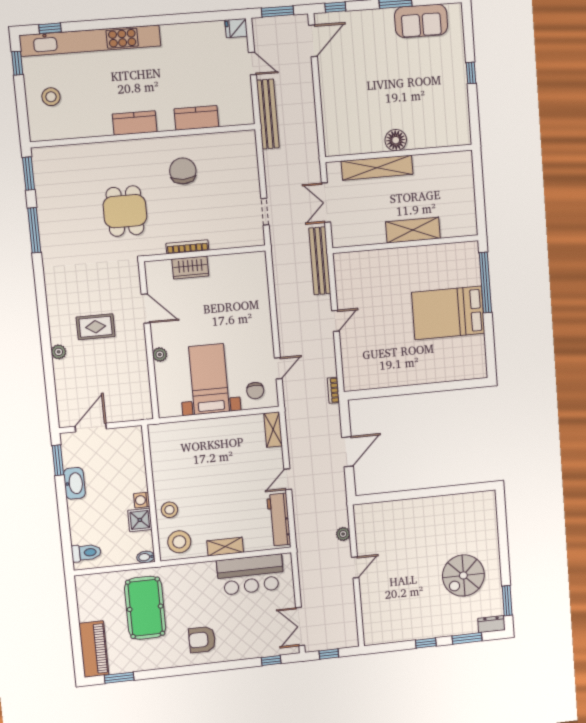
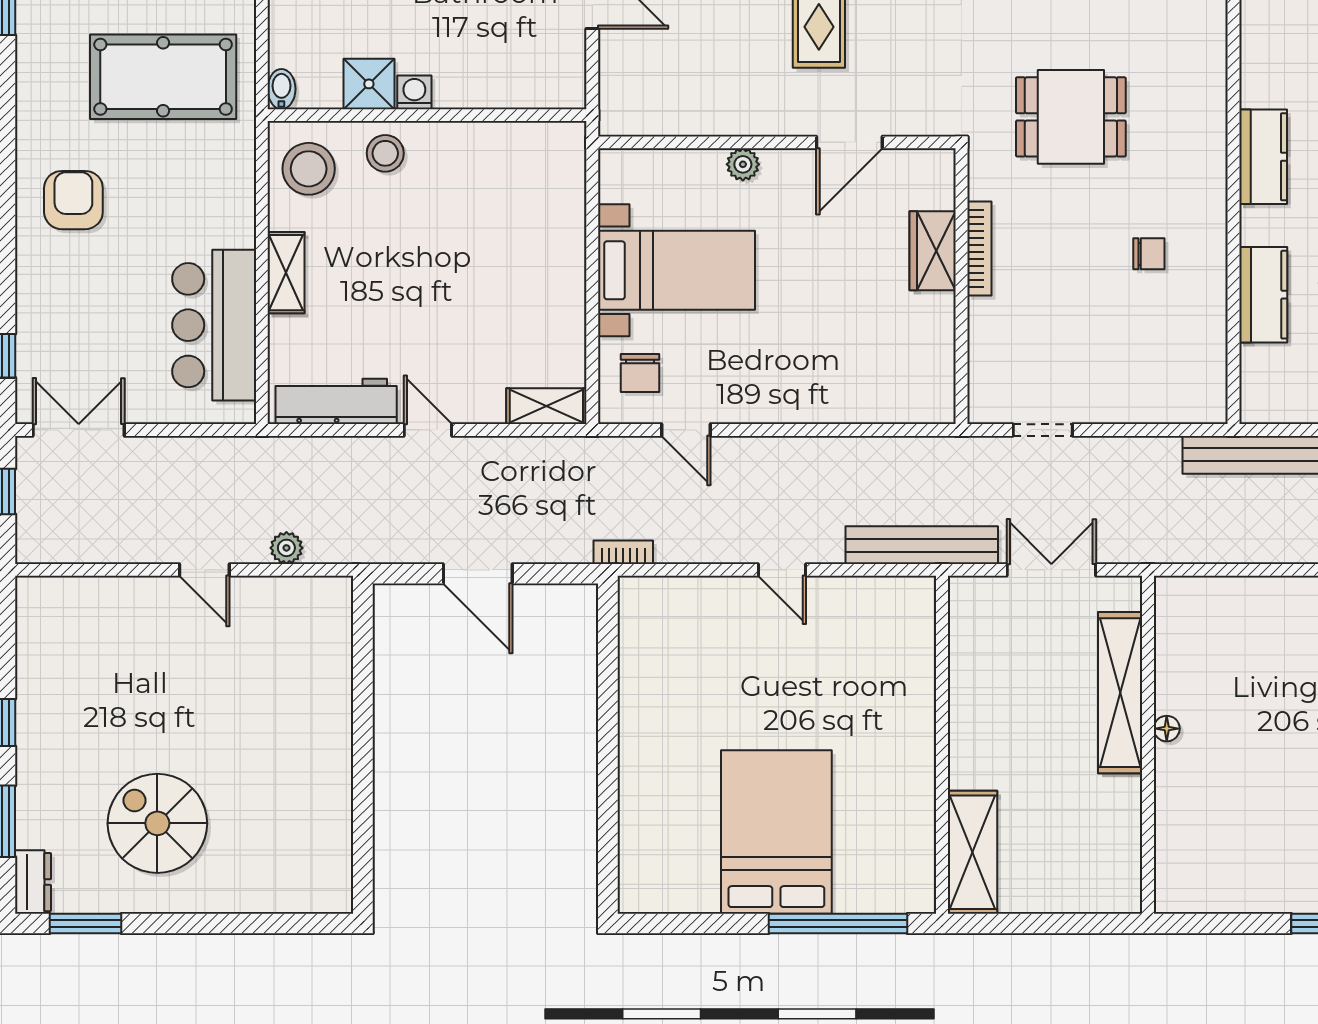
floor lamp: (396, 140) -> (1167, 729), width x0.53, depth x0.53
chair: (183, 171) -> (1149, 254), width x0.54, depth x0.54
shelving: (413, 230) -> (972, 852), moved
chair: (255, 391) -> (640, 373), turned -90

